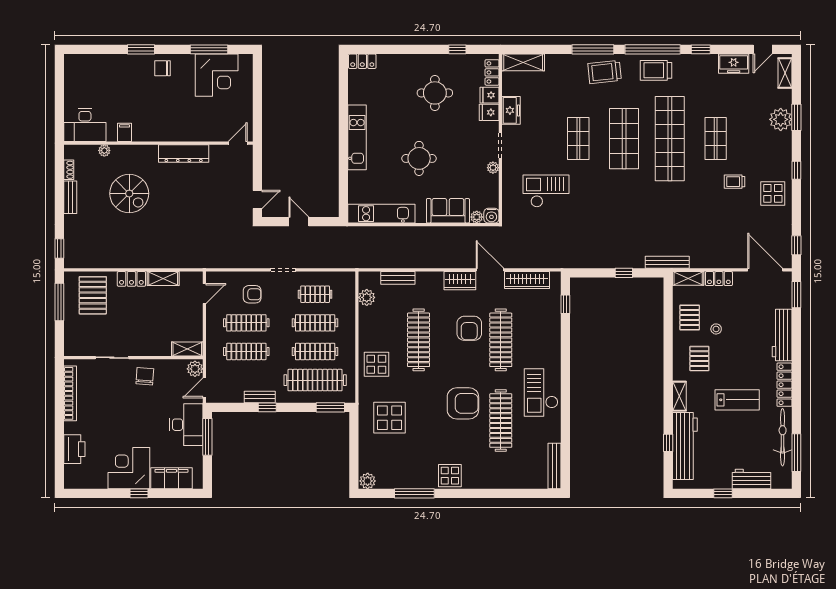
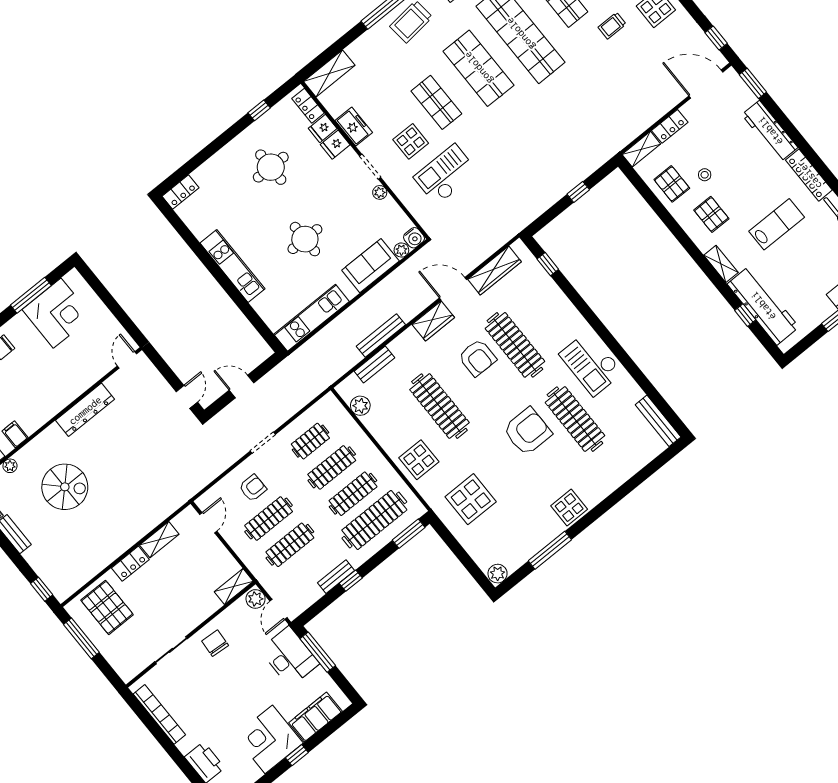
display table: (541, 150) -> (411, 141), added
bench: (667, 262) -> (381, 336), moved

